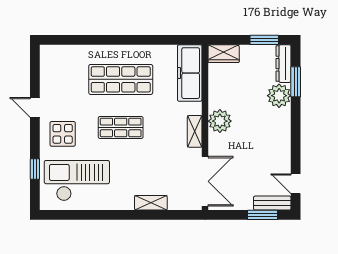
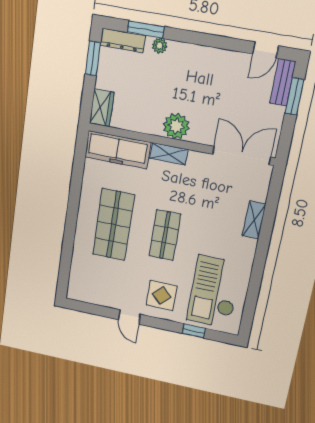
plant: (279, 96) -> (160, 46), width x0.53, depth x0.53
door: (35, 107) -> (129, 317), hinge flipped
shelving: (195, 131) -> (169, 154), moved

